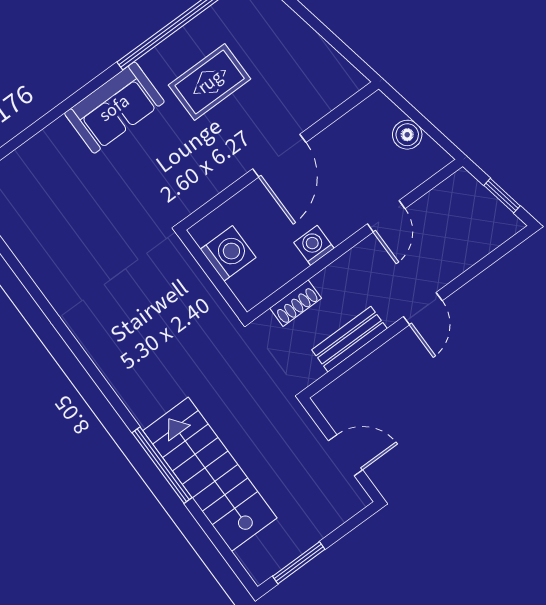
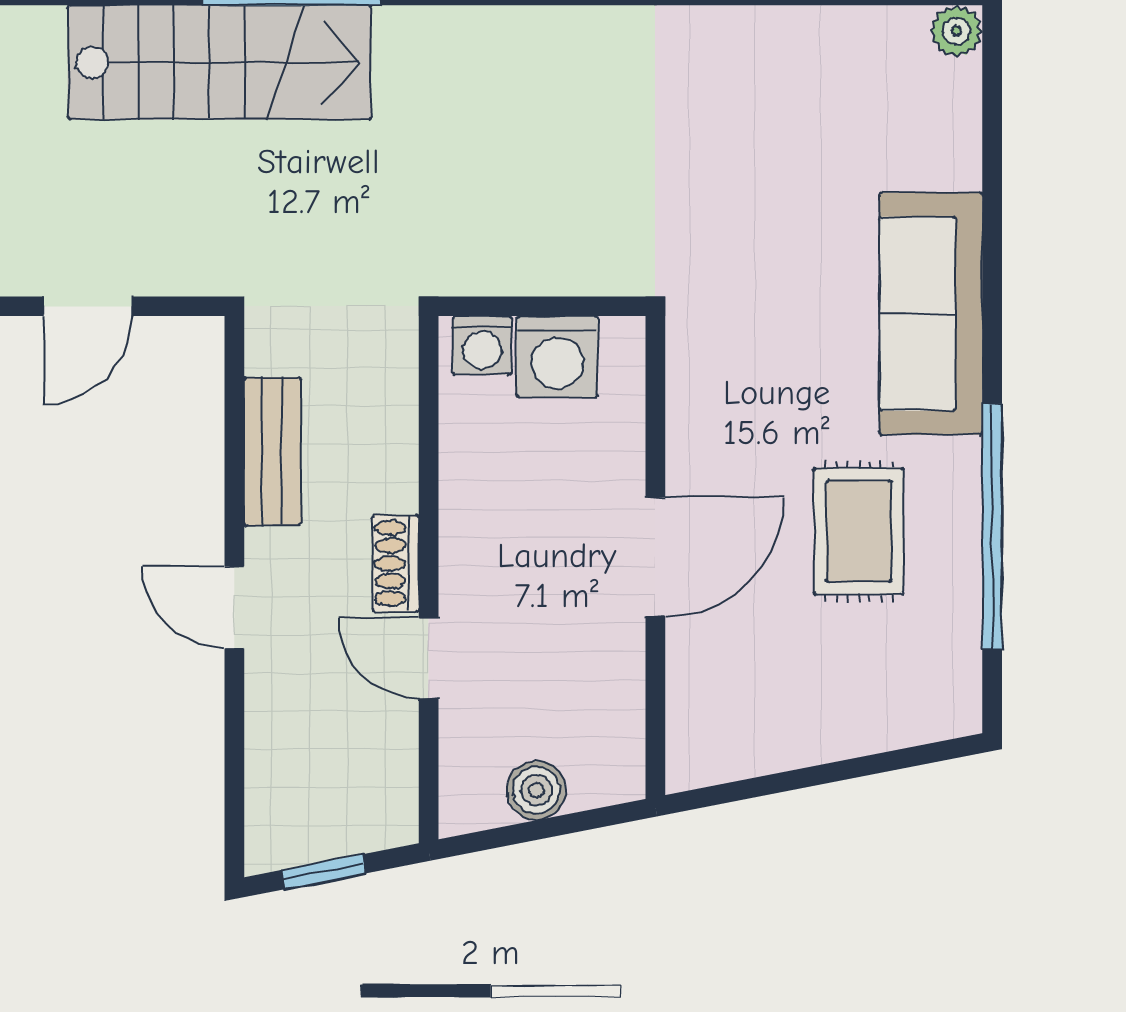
sofa: (114, 108) -> (931, 314), width x1.36
door: (279, 156) -> (655, 557), swing flipped
washing machine: (314, 245) -> (482, 345), moved, turned 90
shoe rack: (296, 303) -> (396, 563), moved

